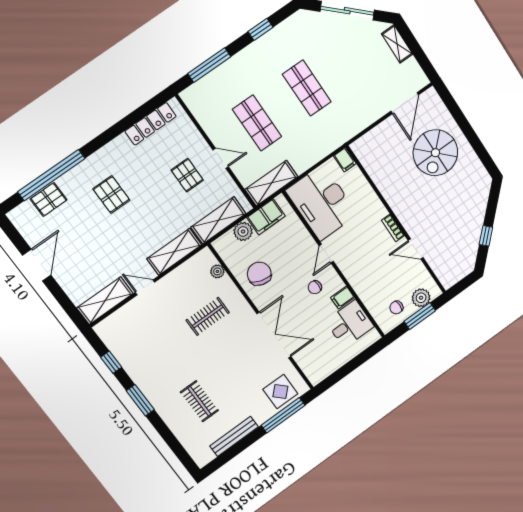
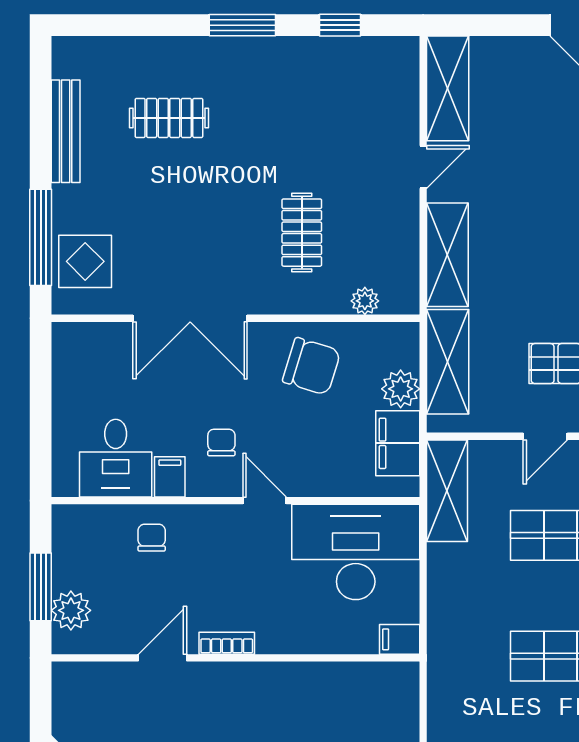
chair: (396, 307) -> (152, 538), moved

